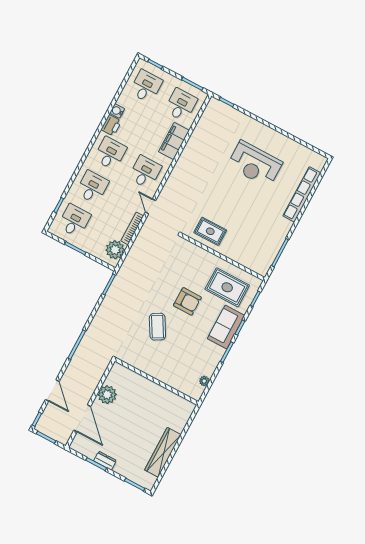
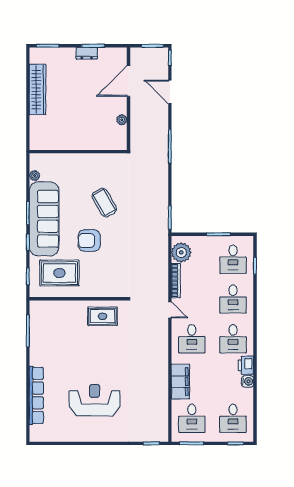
sofa: (226, 327) -> (44, 219), width x1.85, depth x1.27
plant: (107, 395) -> (122, 120), width x0.53, depth x0.53
door: (82, 418) -> (129, 81), hinge flipped

